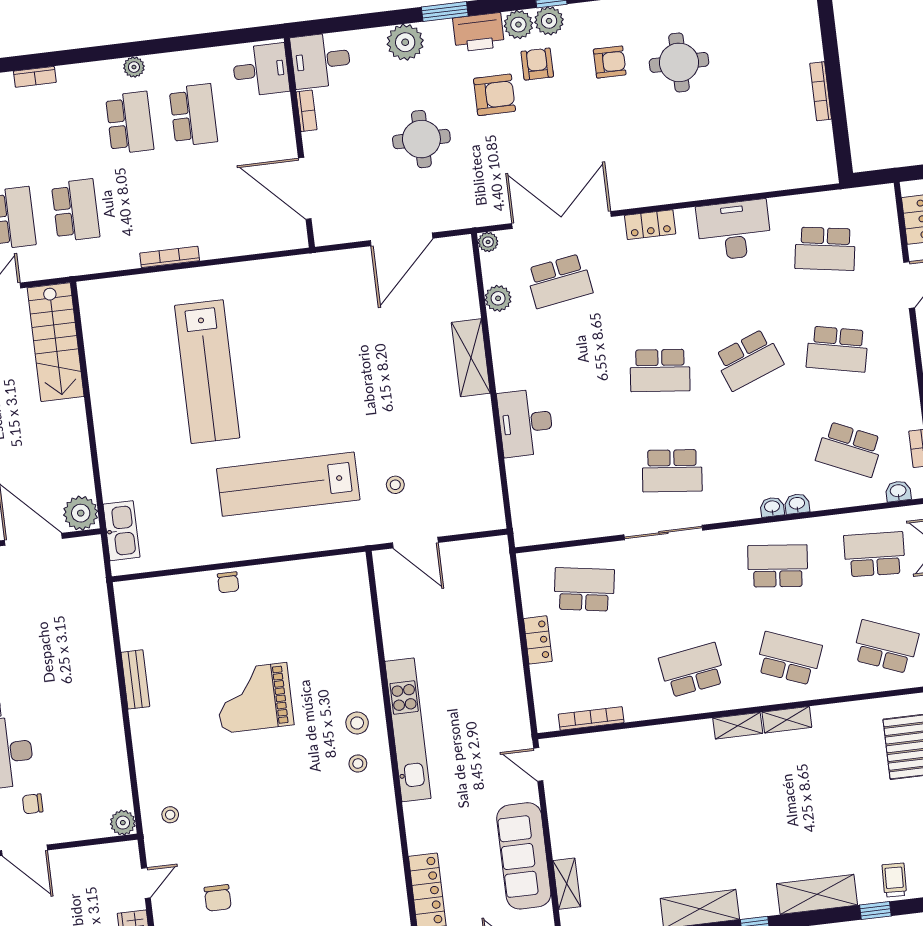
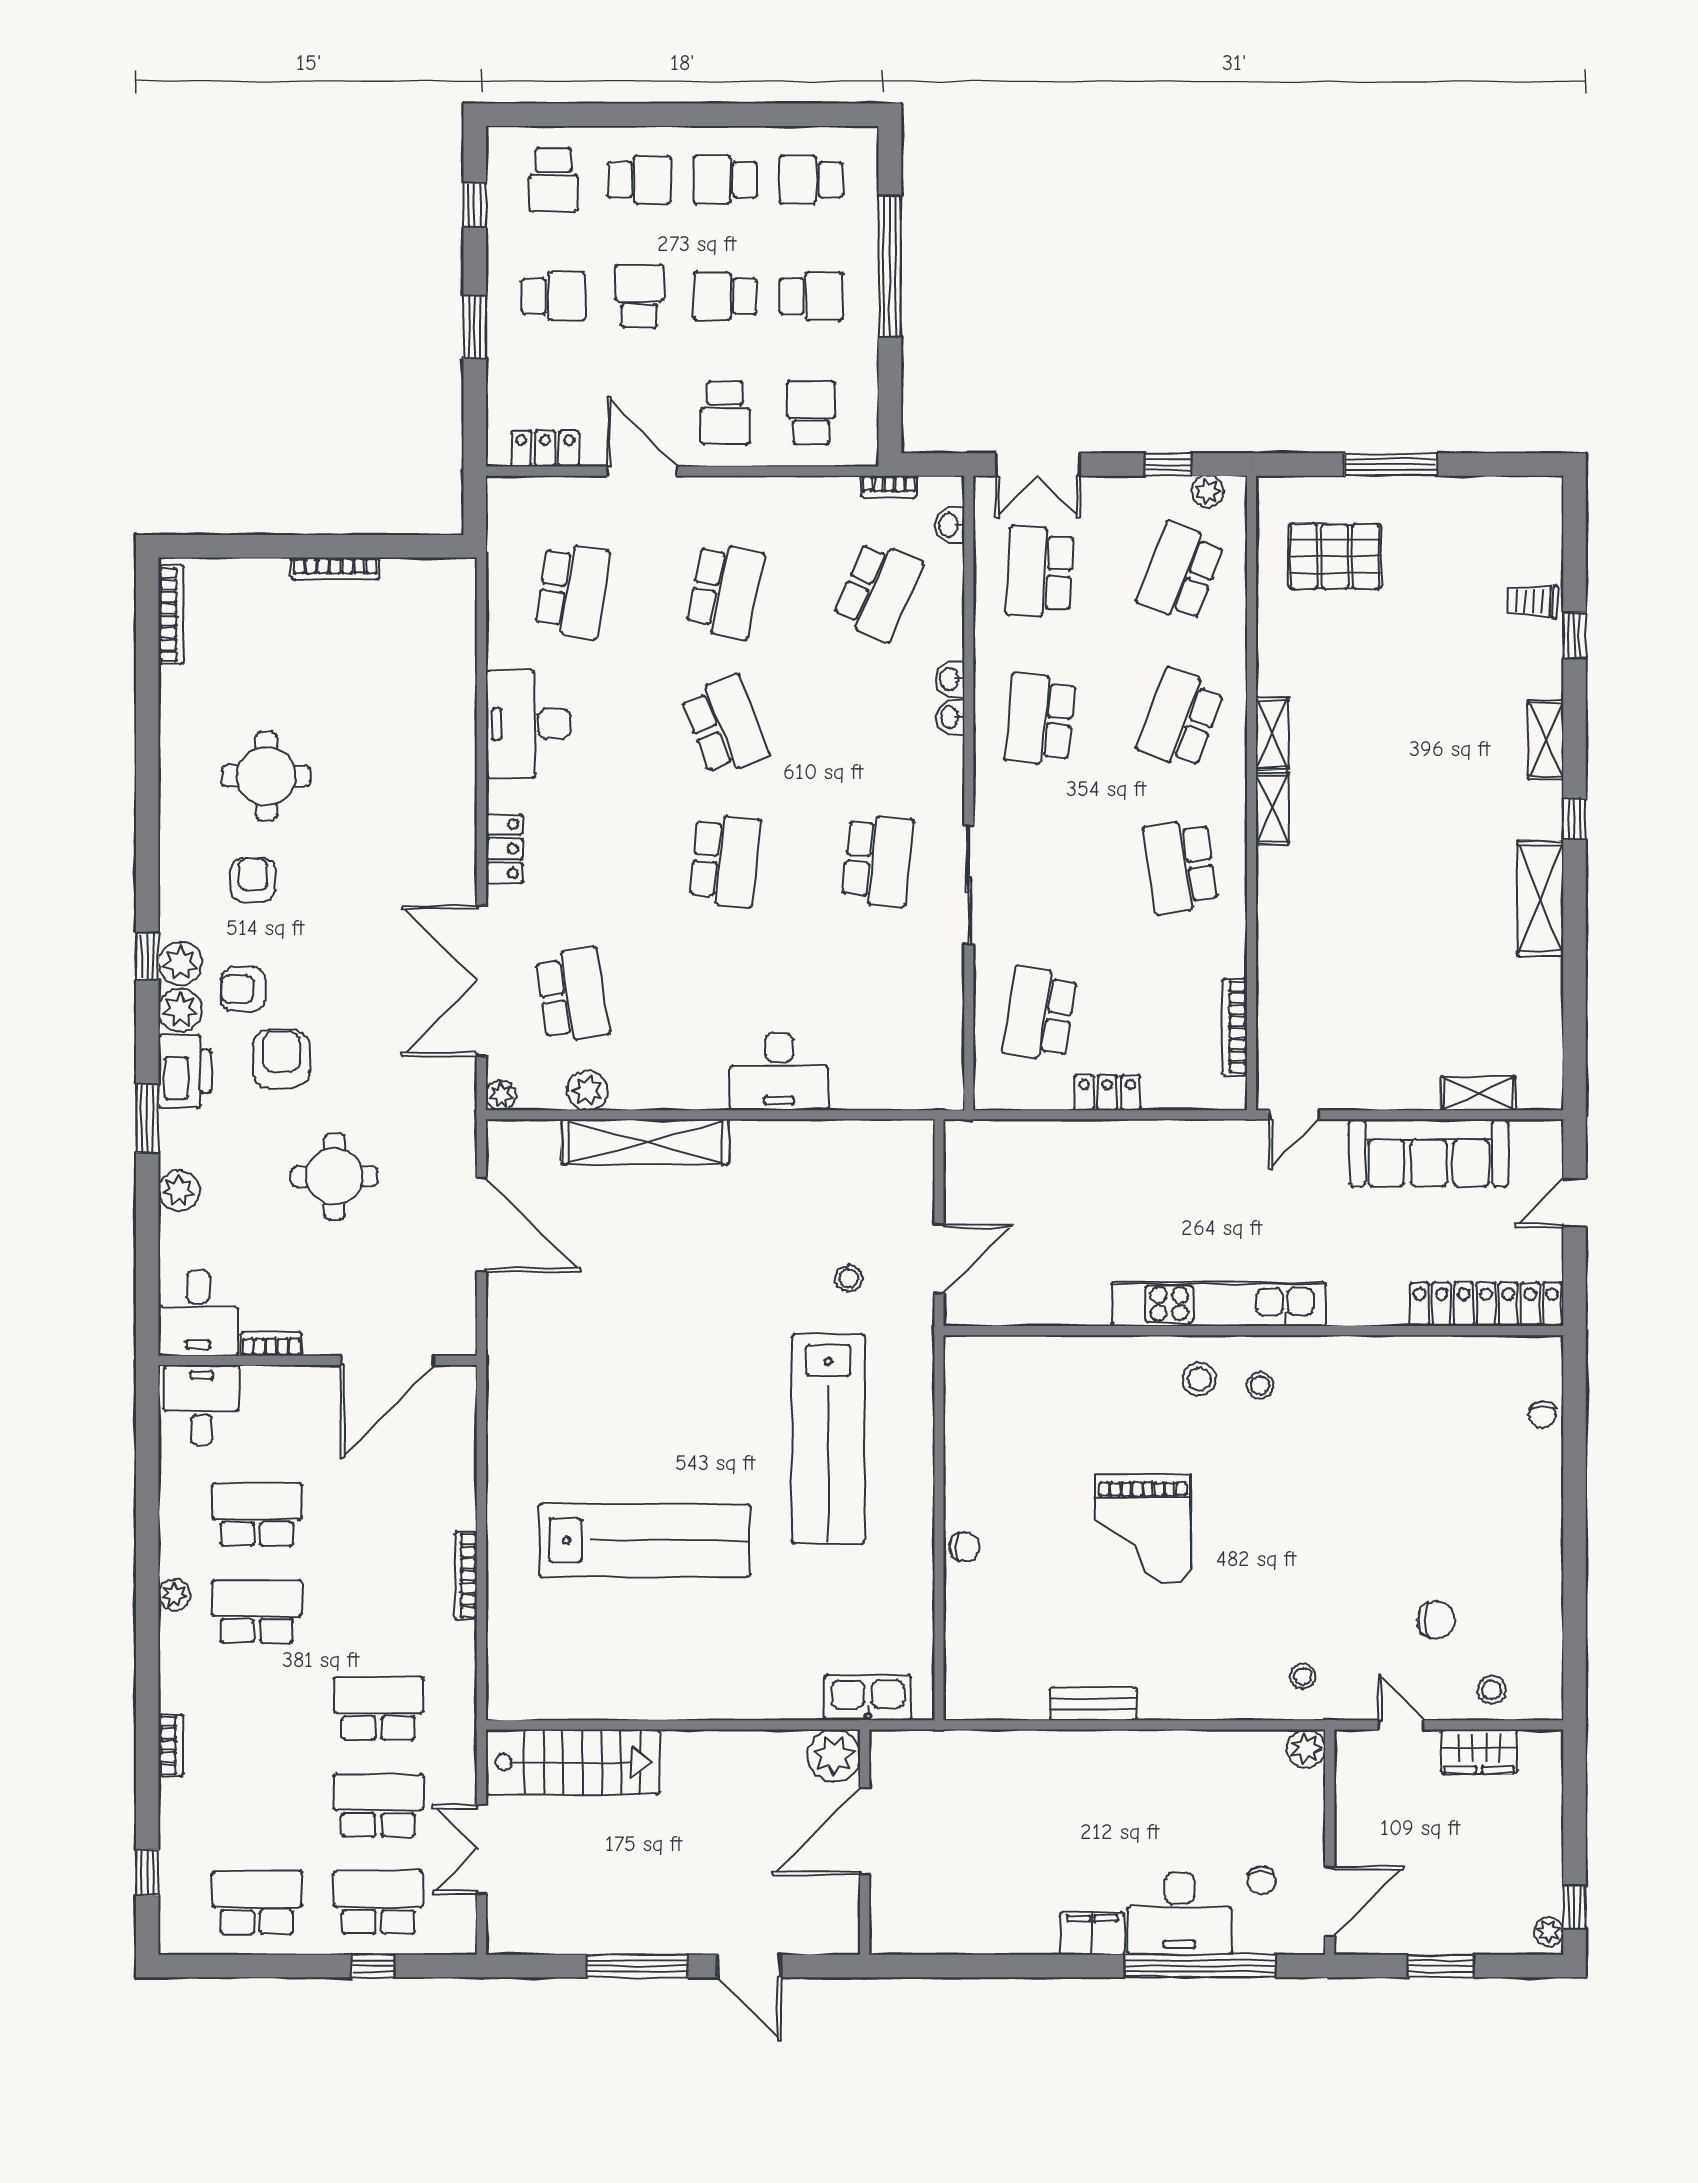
plant: (405, 42) -> (179, 1191), width x0.73, depth x0.73
shelving: (471, 358) -> (645, 1142), width x1.47
shelving: (817, 894) -> (1546, 740), width x0.67, depth x0.75

